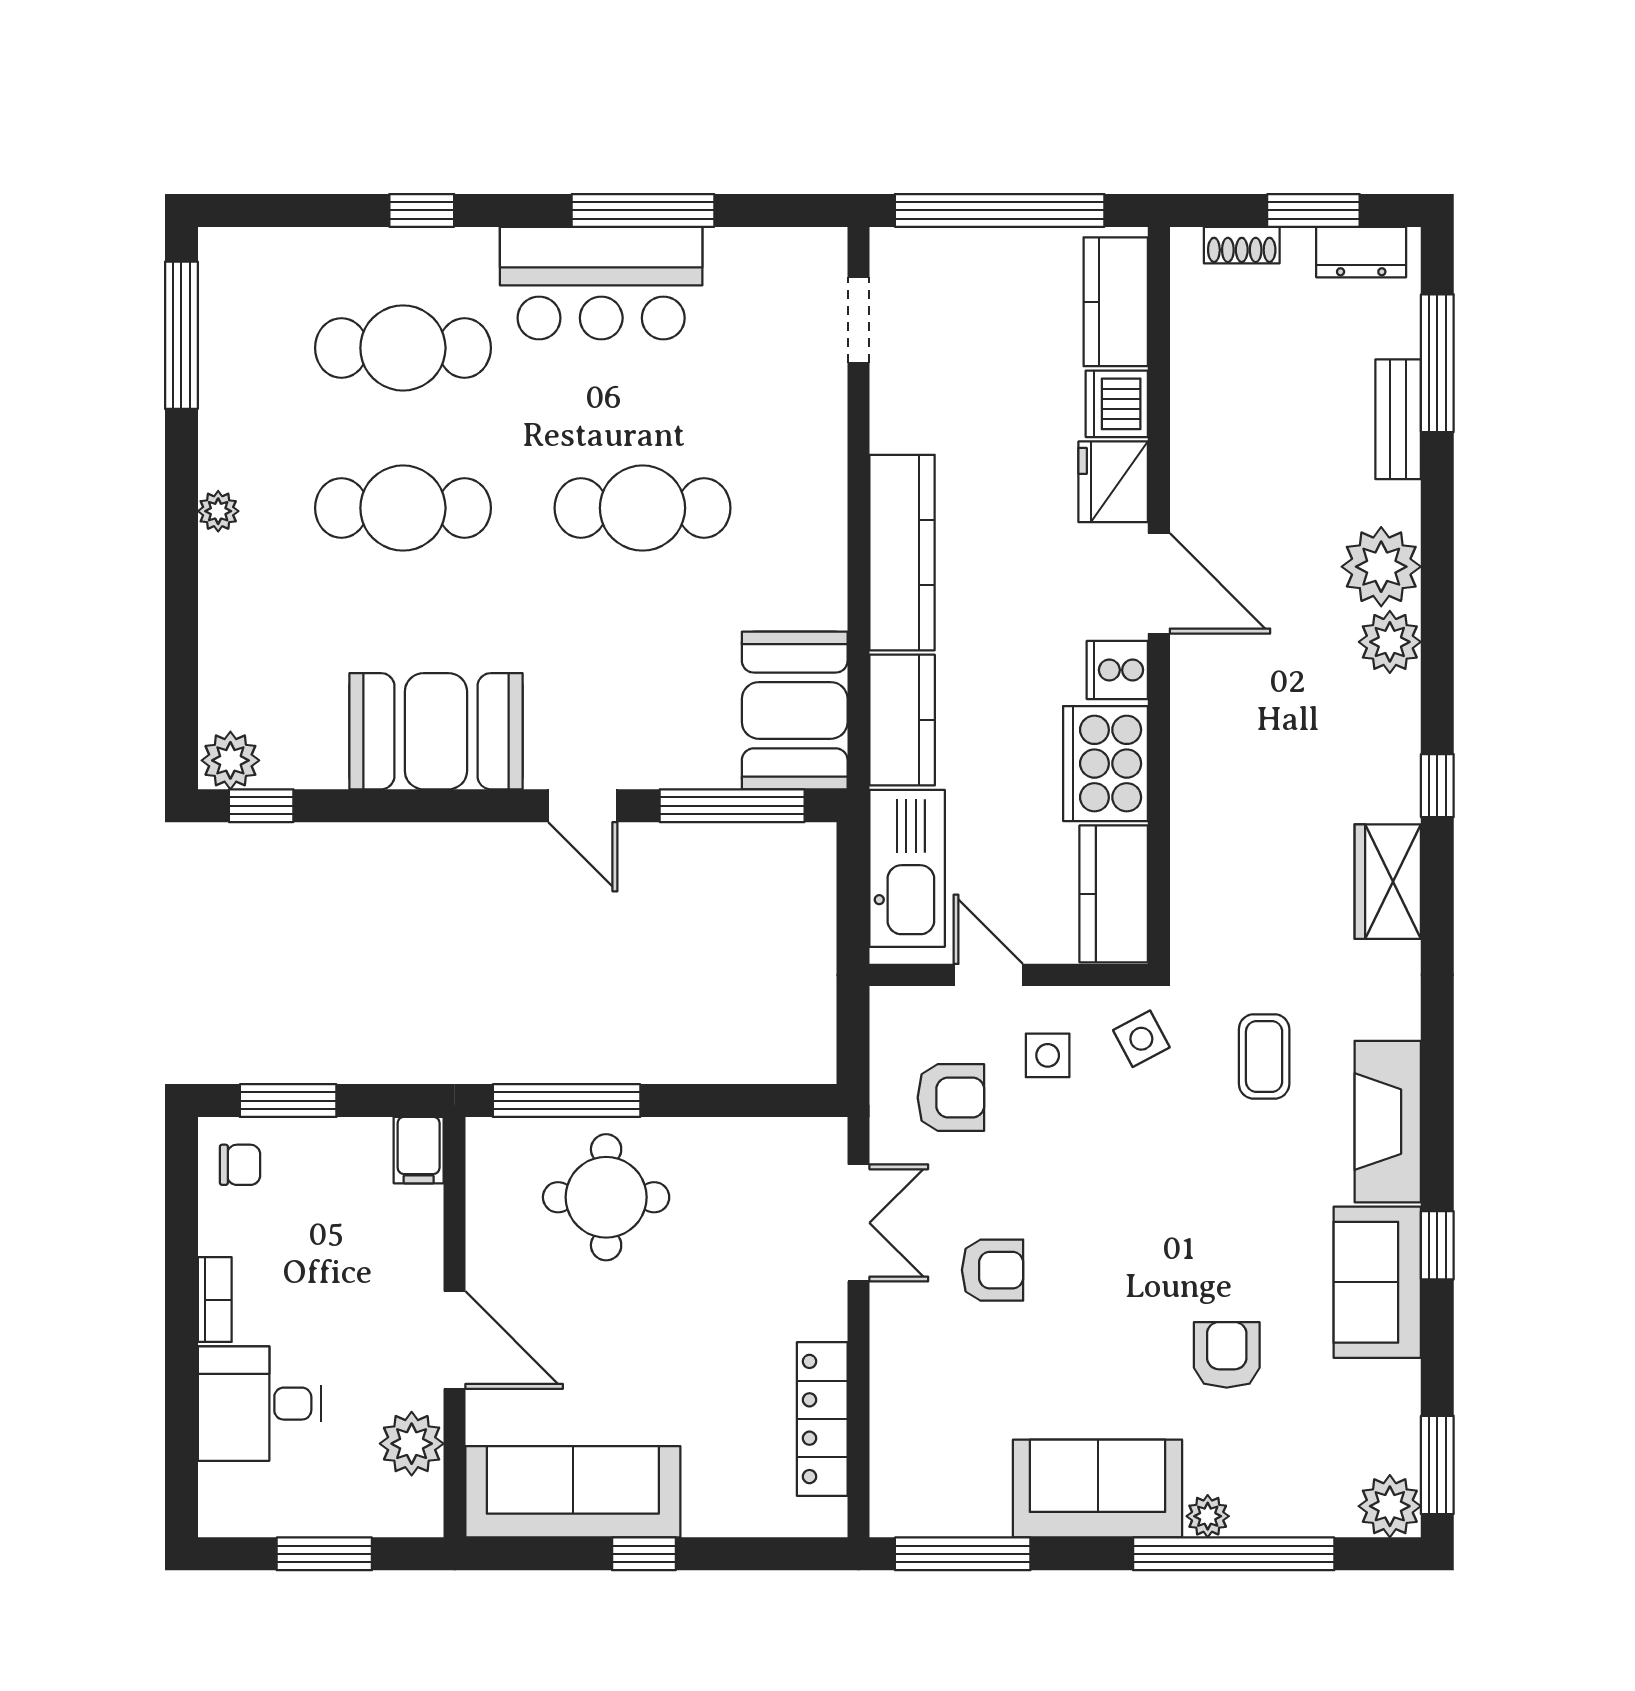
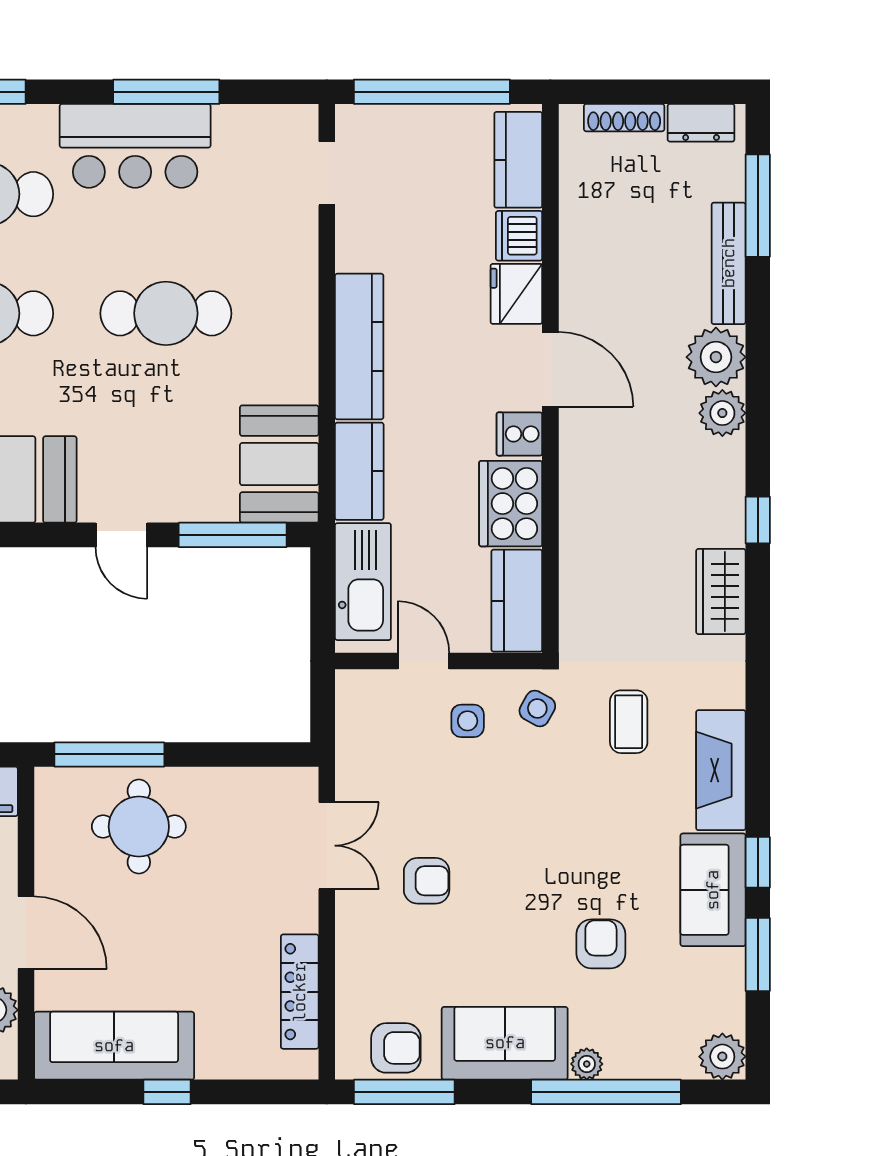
window: (1313, 210) -> (665, 92), removed
shoe rack: (1242, 245) -> (624, 118), width x1.43
bench: (1398, 419) -> (729, 263), width x1.36
side table: (1141, 1039) -> (537, 708), turned -33
armchair: (951, 1098) -> (396, 1048), moved
window: (1437, 1465) -> (758, 955), moved

